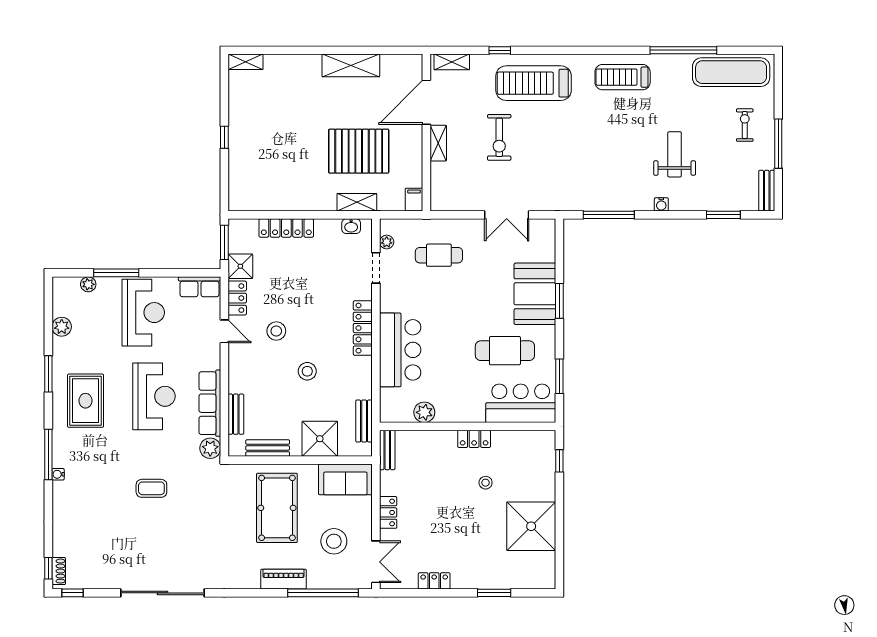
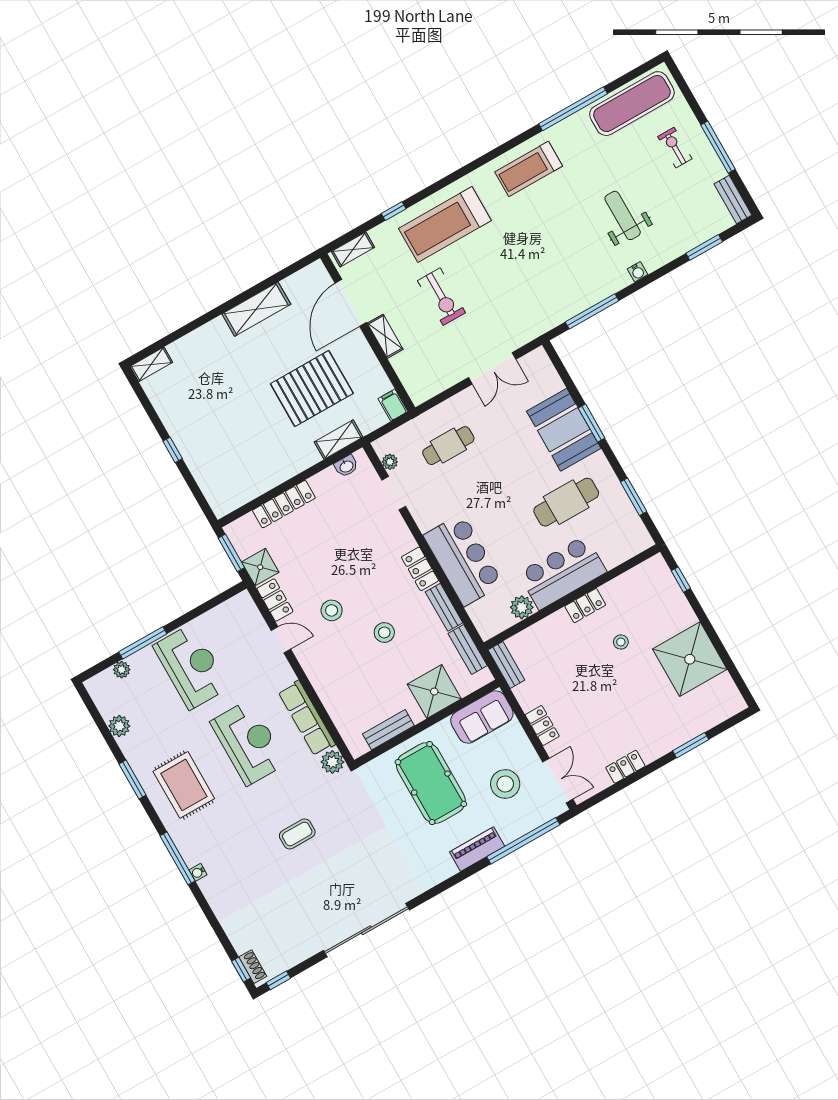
row of seats: (200, 287) -> (232, 610), removed
locker: (363, 328) -> (420, 569), width x0.66
bar counter: (521, 403) -> (562, 572), moved
bench: (236, 414) -> (444, 607), moved

